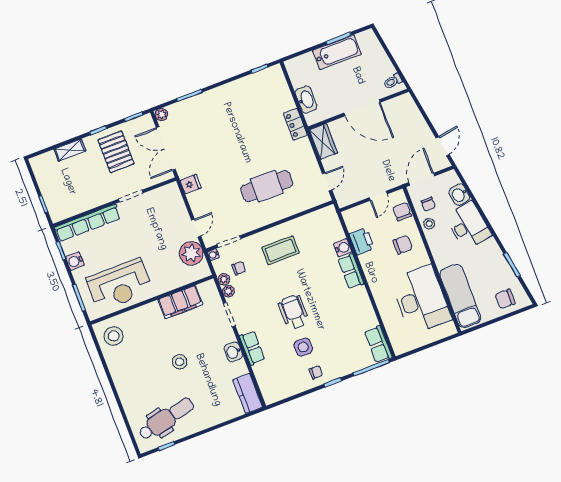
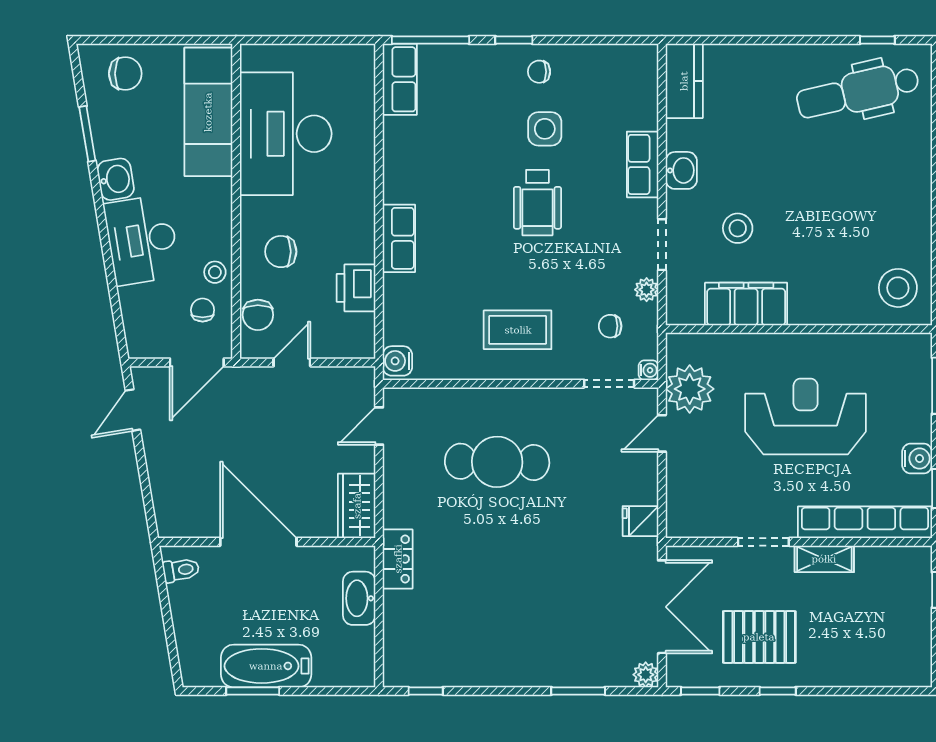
shelving: (70, 150) -> (824, 559), moved
pallet: (116, 152) -> (759, 637), turned 90
washbasin: (459, 195) -> (116, 179), moved
water cooler: (343, 248) -> (397, 361), moved
plant: (224, 279) -> (647, 316), removed
reception desk: (119, 285) -> (806, 416), moved
stool: (180, 362) -> (738, 228), moved

